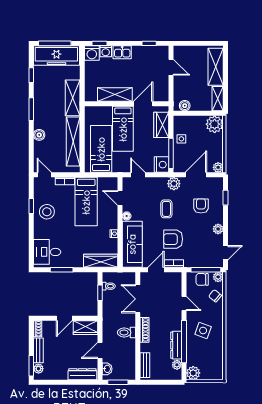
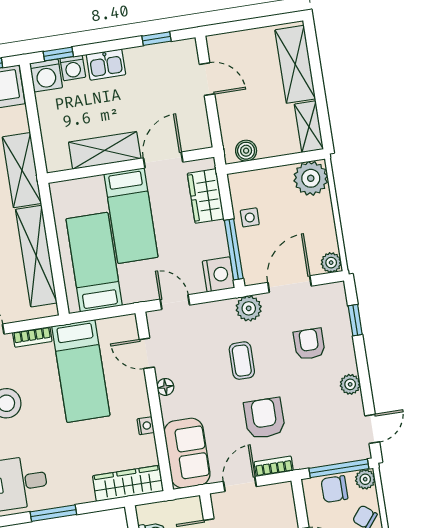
armchair: (173, 239) -> (264, 418), turned 90
sofa: (132, 244) -> (187, 453), width x0.73

